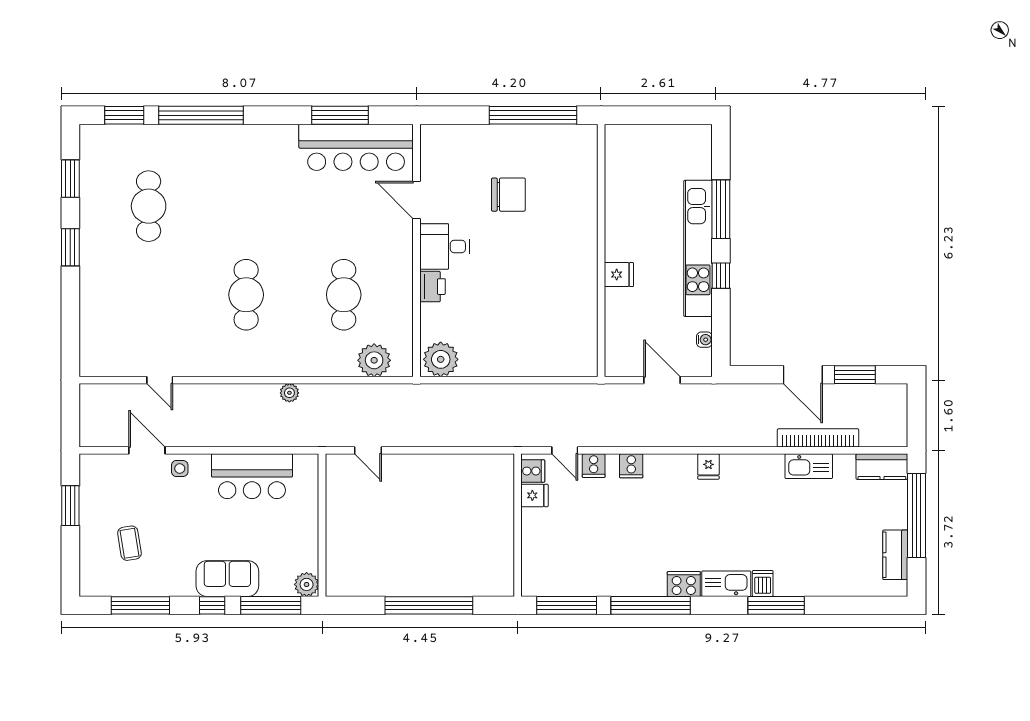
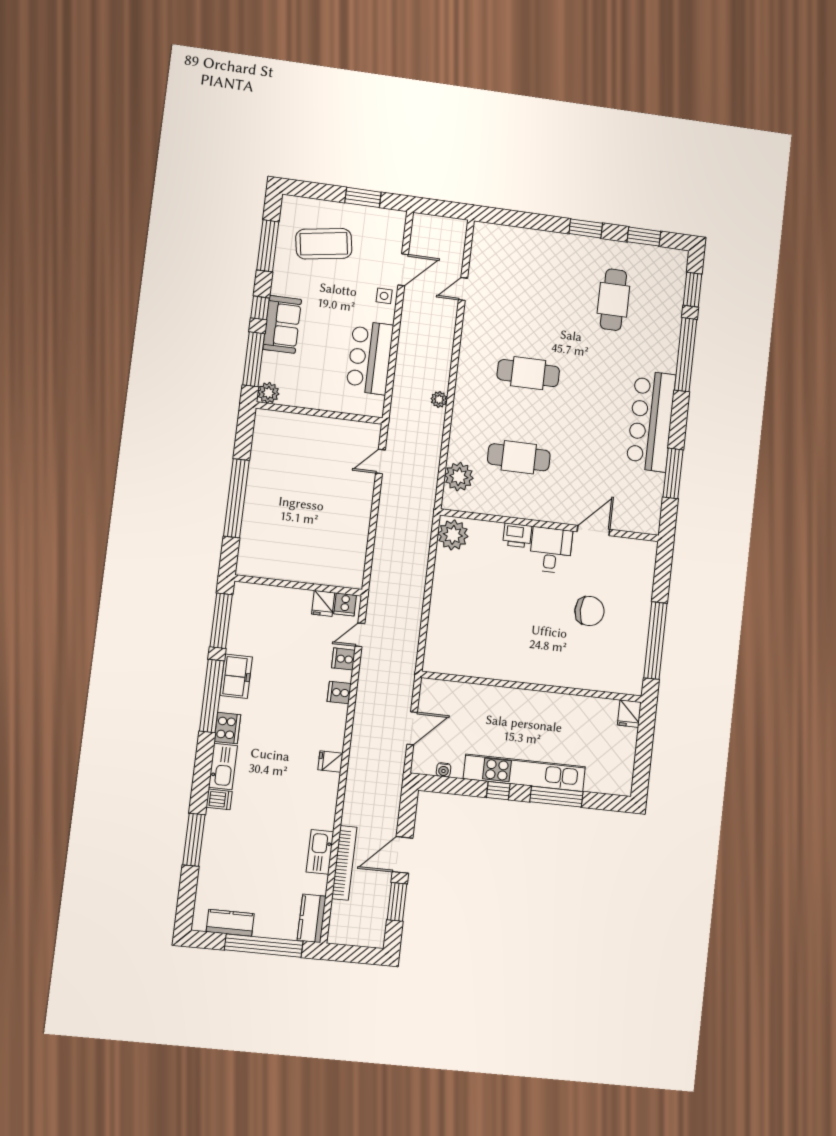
bar counter: (356, 147) -> (651, 421), moved
chair: (508, 195) -> (589, 611), turned -90
cafe table: (149, 206) -> (613, 300), turned 90
fridge: (619, 275) -> (629, 714), moved
coffee table: (129, 543) -> (324, 244), width x1.86, depth x1.72
freezer: (626, 581) -> (236, 676), added
window: (776, 605) -> (194, 840), moved

